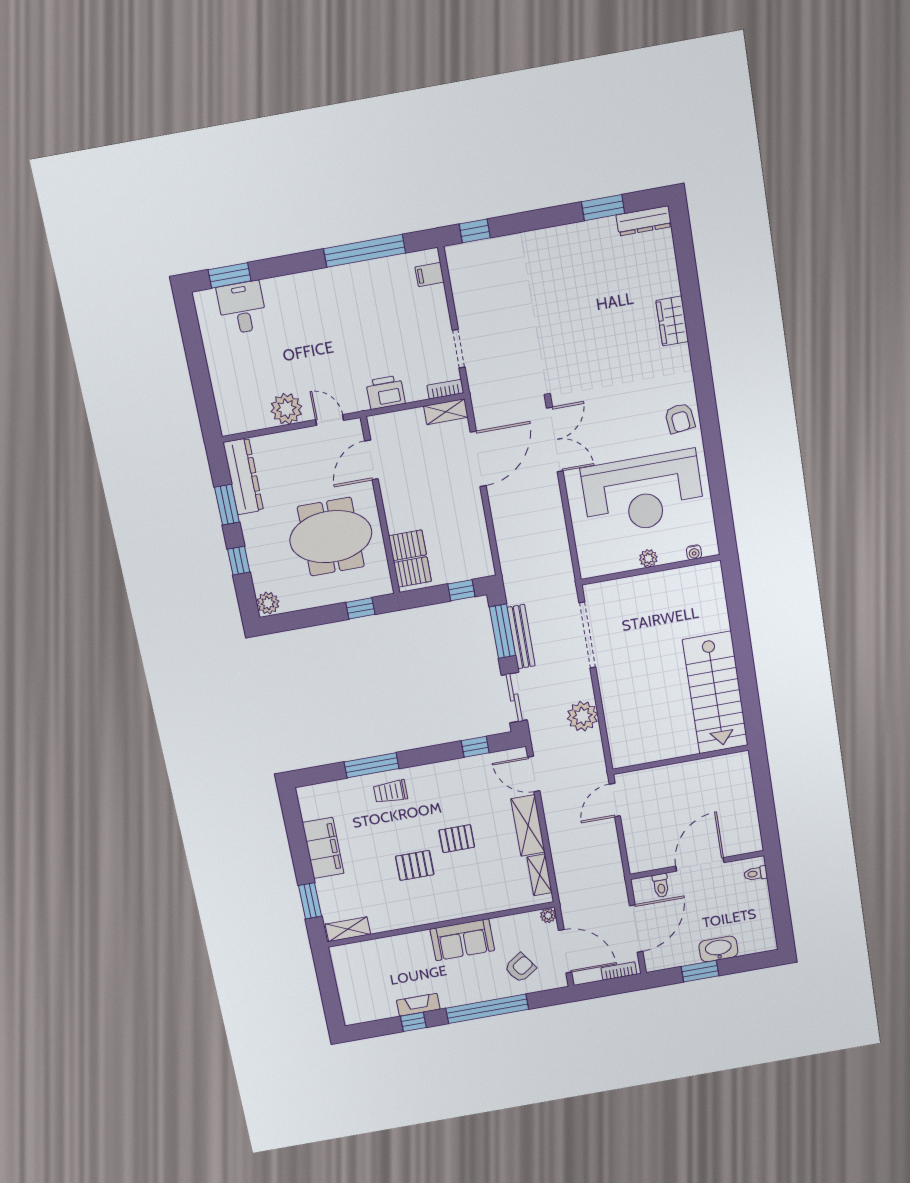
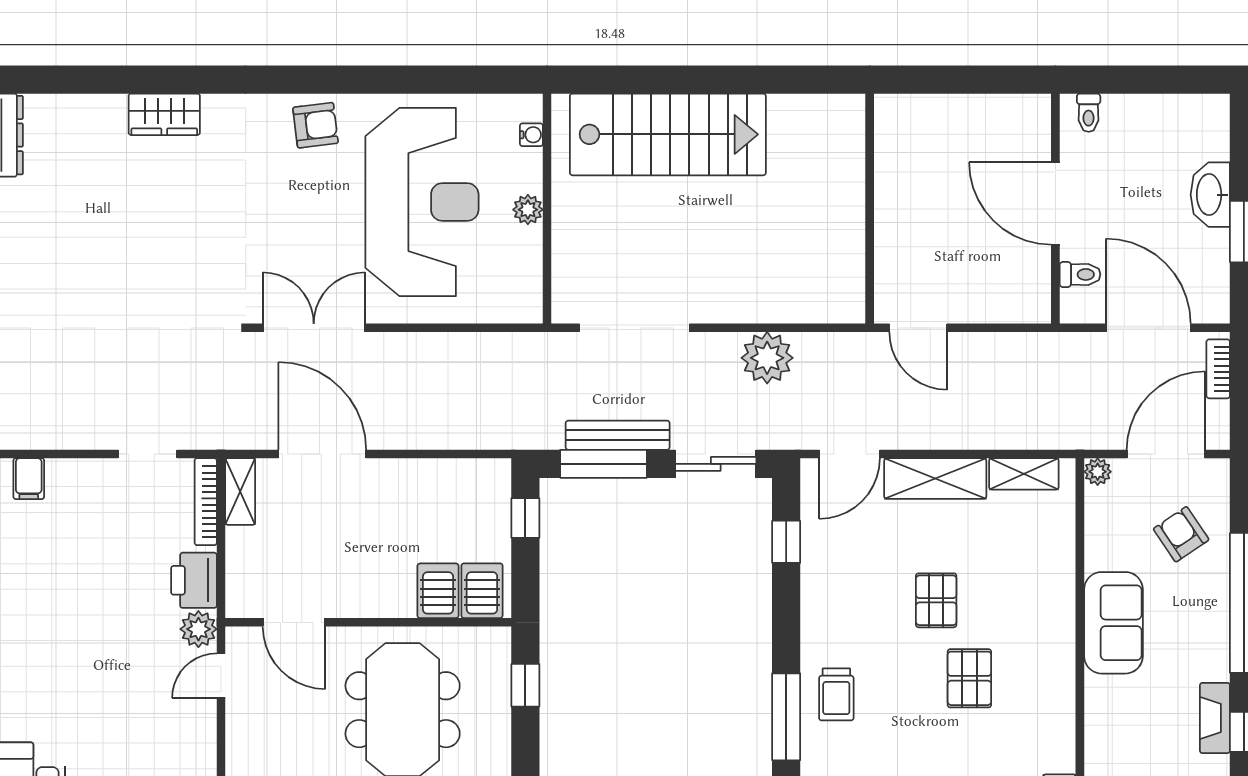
bookcase: (445, 389) -> (206, 502), width x1.56
plant: (286, 409) -> (198, 629), moved, width x0.73, depth x0.73
stairs: (715, 693) -> (668, 134), moved

